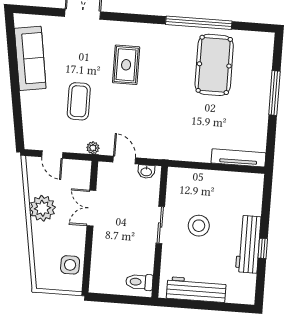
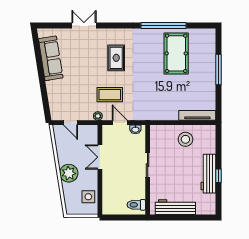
coffee table: (79, 101) -> (110, 95), moved, turned 90
plant: (42, 208) -> (69, 173), moved
stool: (199, 226) -> (185, 139), moved

